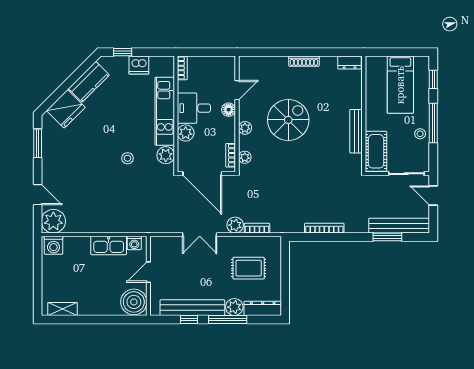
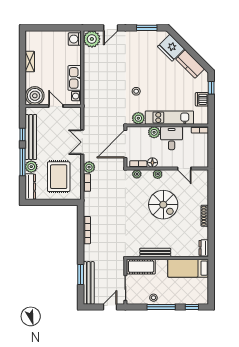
bed: (400, 85) -> (188, 268), moved
floor lamp: (229, 110) -> (152, 163), moved
rug: (249, 268) -> (59, 177), width x1.36, depth x1.43
shelving: (62, 309) -> (30, 62), moved

